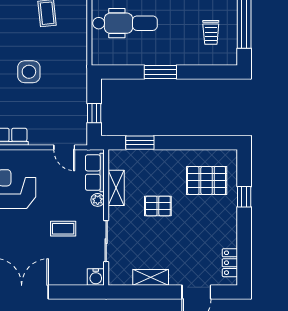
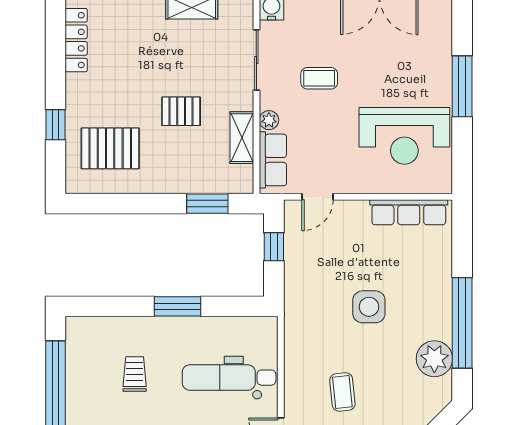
trolley: (211, 32) -> (135, 374), moved
door: (64, 147) -> (317, 197), swing flipped
locker: (230, 263) -> (76, 40), width x1.53

